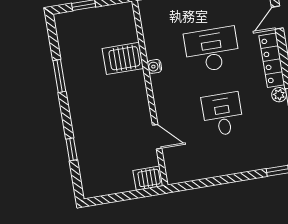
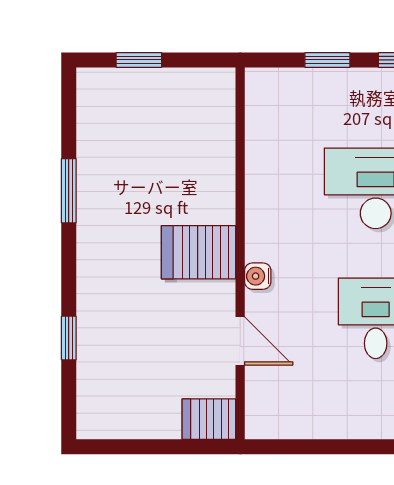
server rack: (123, 58) -> (199, 252), moved
water cooler: (154, 66) -> (258, 276), moved

